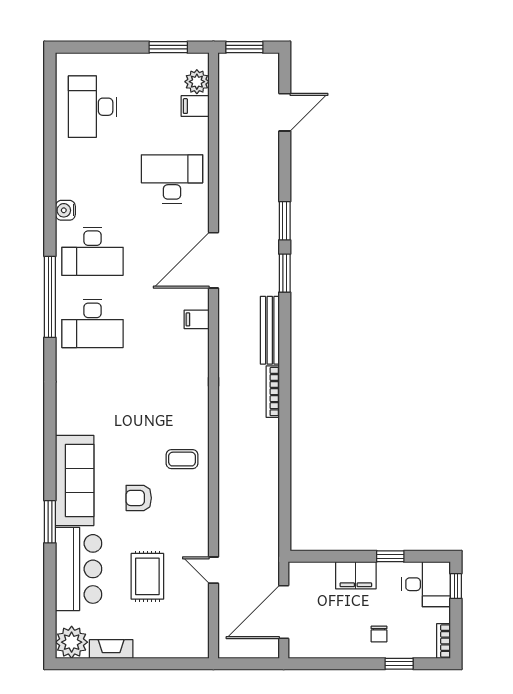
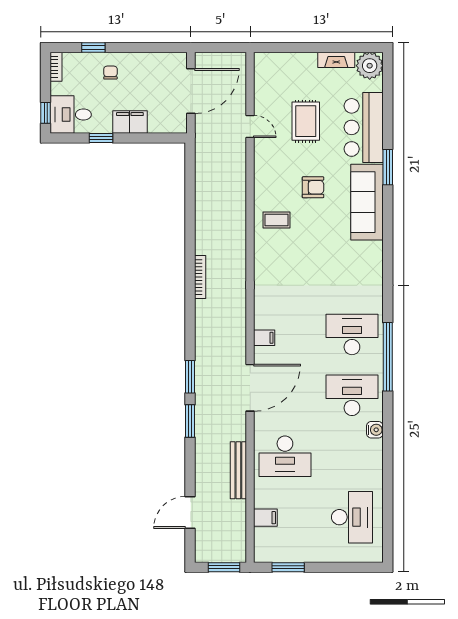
plant: (197, 82) -> (264, 538), removed
bench: (270, 330) -> (238, 470), moved

